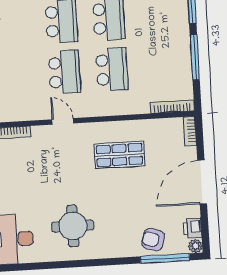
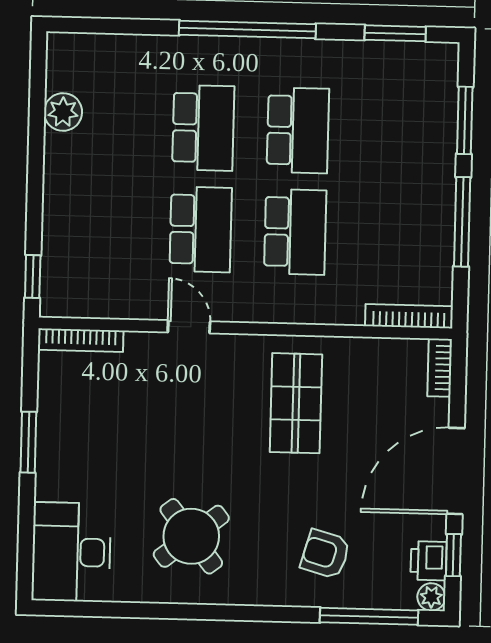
shop shelf: (119, 155) -> (296, 403), turned 90
window: (205, 224) -> (453, 555), added
round table: (73, 226) -> (191, 536), turned -38
armchair: (153, 240) -> (325, 554), moved

